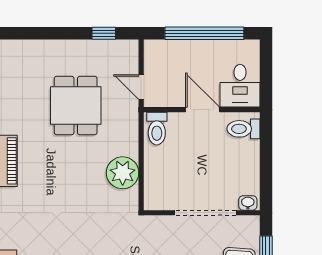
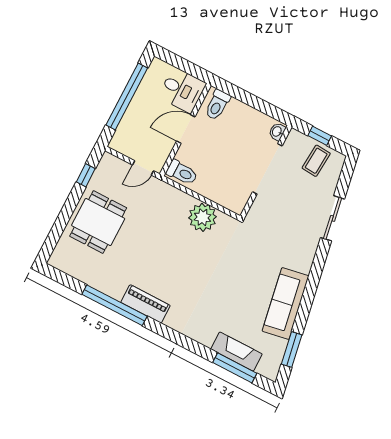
dining table: (76, 106) -> (98, 222), moved, turned 90

